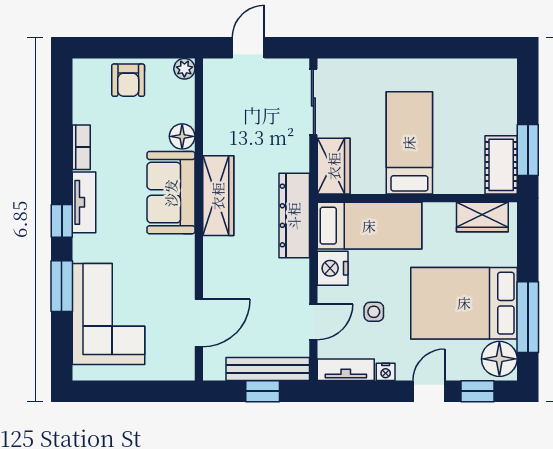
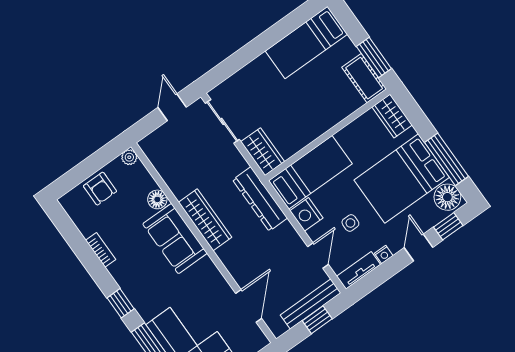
door: (248, 48) -> (172, 107), moved
bed: (409, 143) -> (306, 43), moved, turned -90
tv unit: (84, 202) -> (126, 282), removed
wardrobe: (482, 217) -> (392, 116), moved, turned 90

